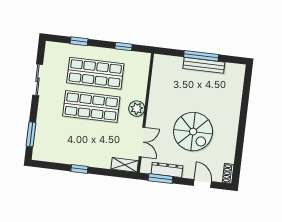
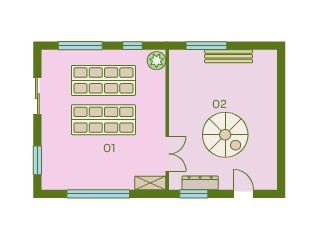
window: (79, 41) -> (80, 46), width x2.17
window: (201, 56) -> (206, 46), moved
plant: (137, 109) -> (156, 61), moved
window: (79, 169) -> (98, 194), width x3.17
shoe rack: (228, 173) -> (272, 178), removed

